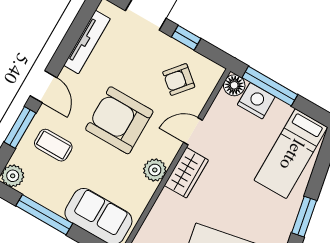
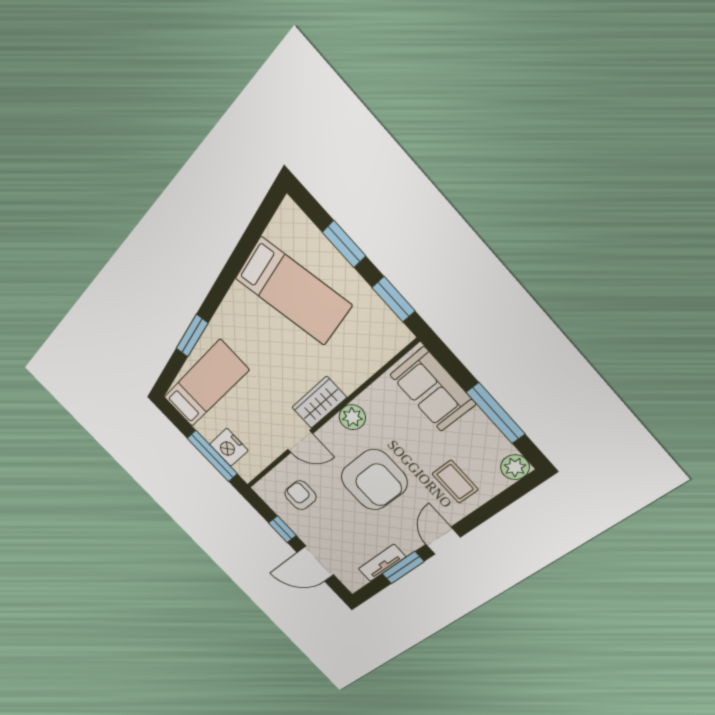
tv unit: (87, 42) -> (382, 563), width x0.71
armchair: (179, 79) -> (300, 495), turned -130
floor lamp: (234, 85) -> (247, 470), removed
window: (20, 127) -> (403, 568), moved
window: (304, 217) -> (192, 336), moved

